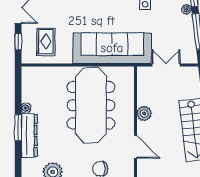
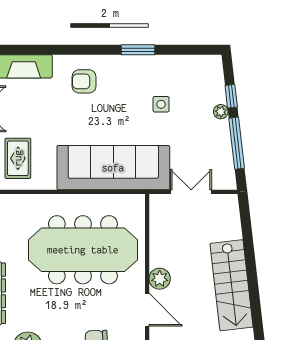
meeting table: (91, 105) -> (83, 250), turned 90
plant: (144, 113) -> (160, 279), moved

